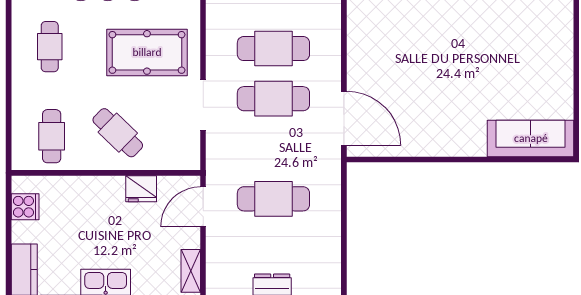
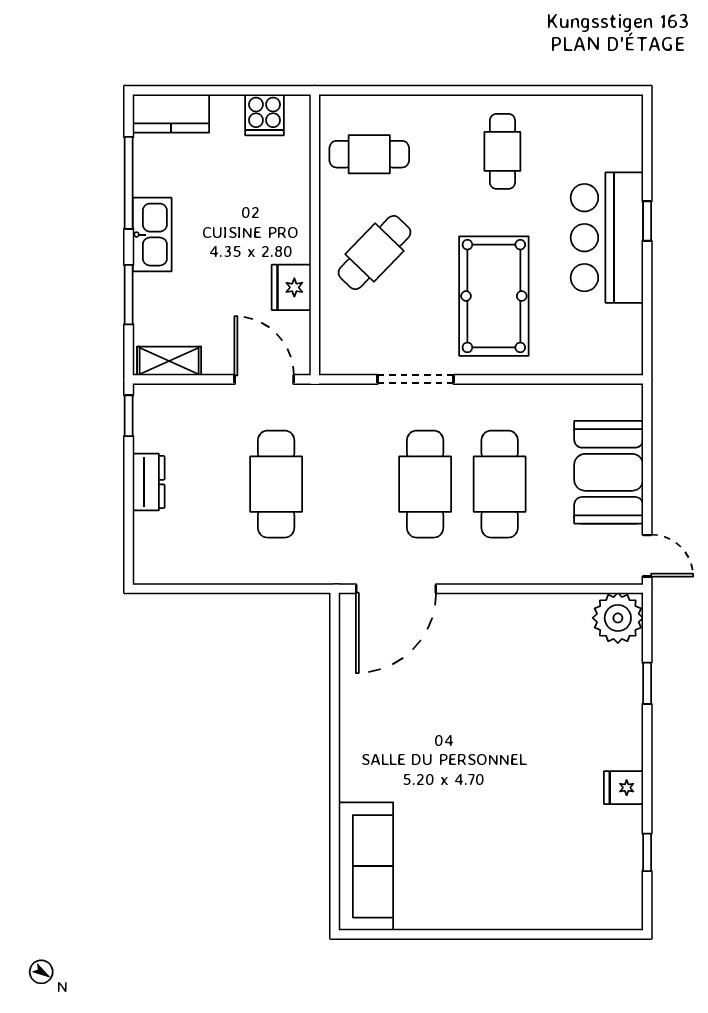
cafe table: (50, 47) -> (502, 151), turned 90

